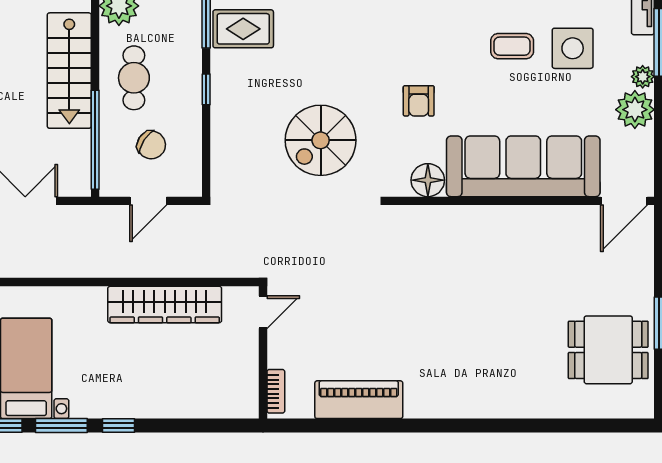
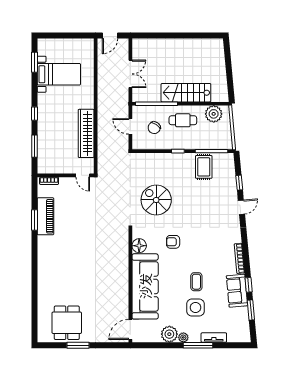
door: (624, 201) -> (130, 329), hinge flipped
window: (61, 426) -> (34, 146), moved
window: (368, 426) -> (34, 220), added

